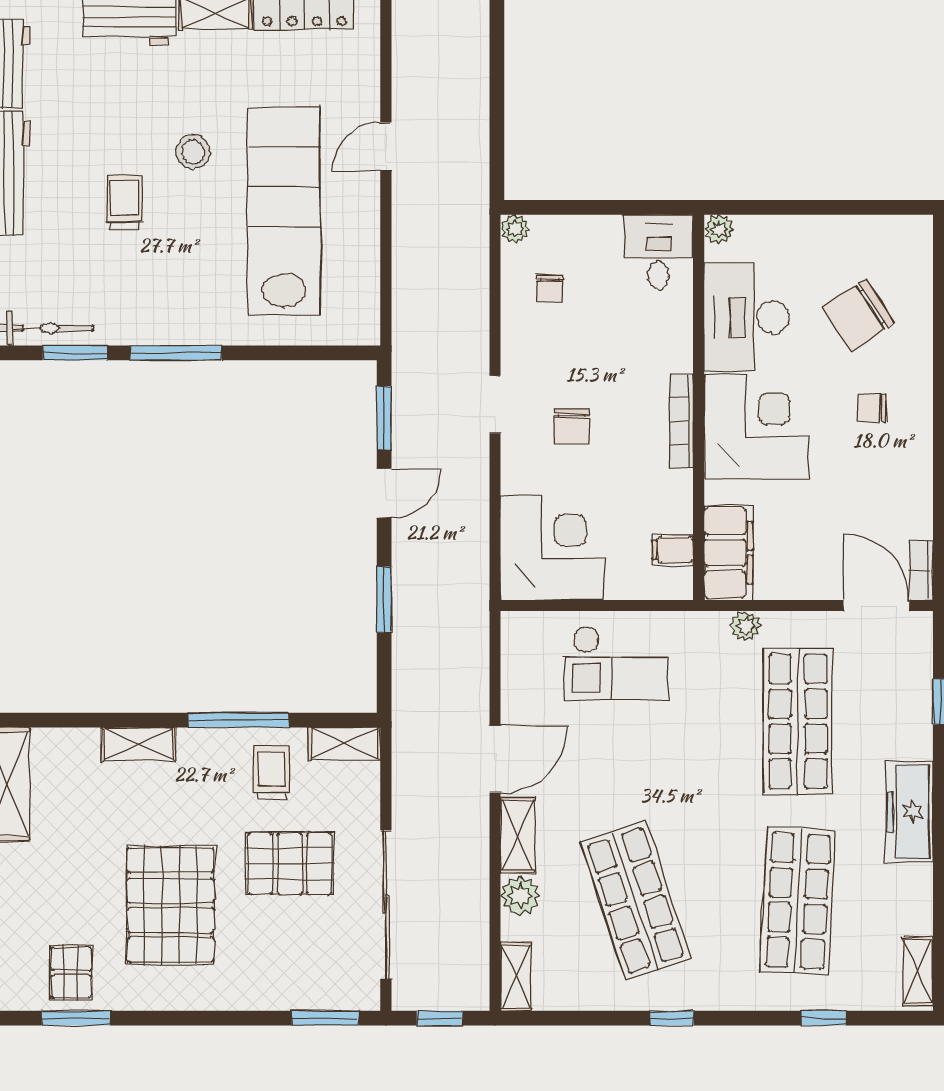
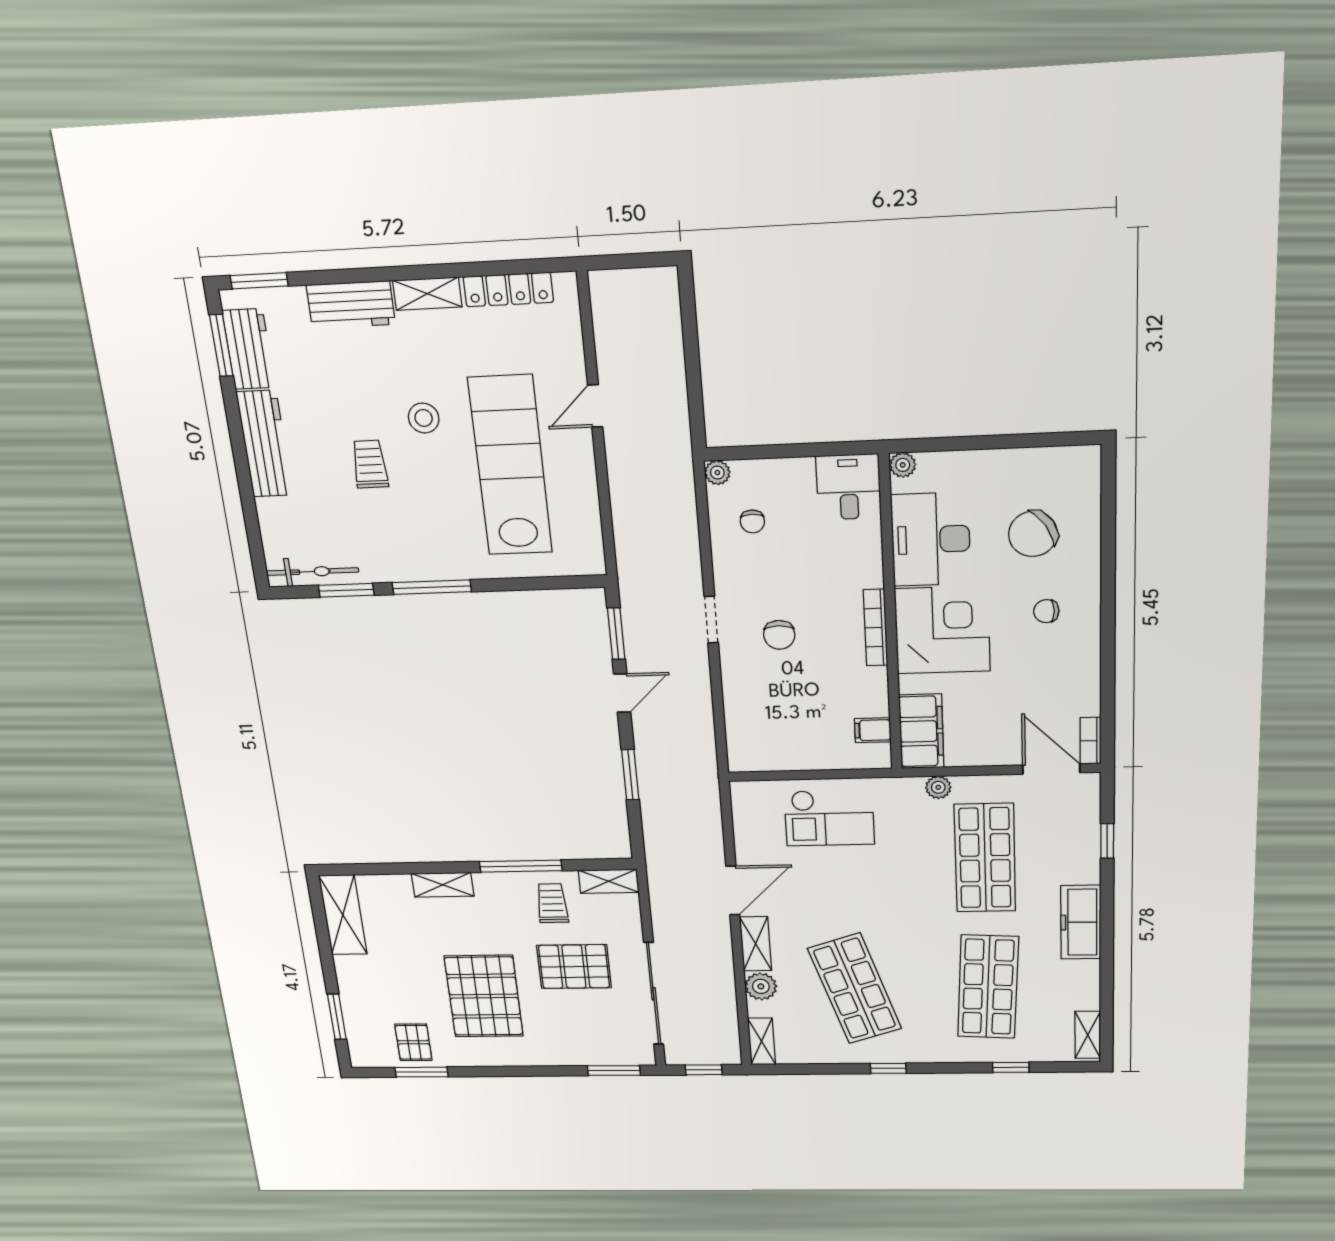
corner desk: (553, 548) -> (769, 731), removed

